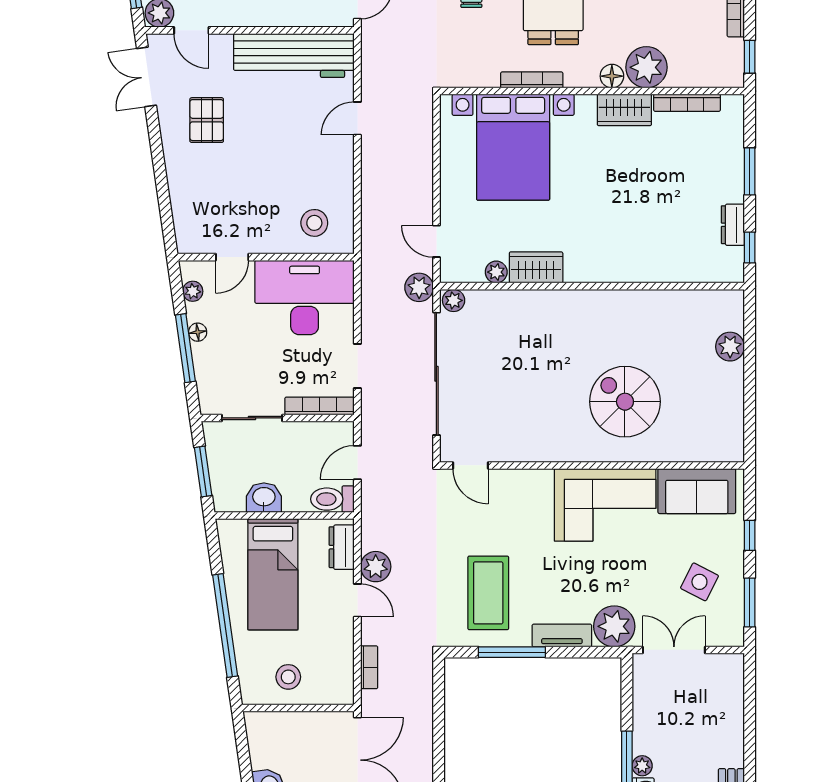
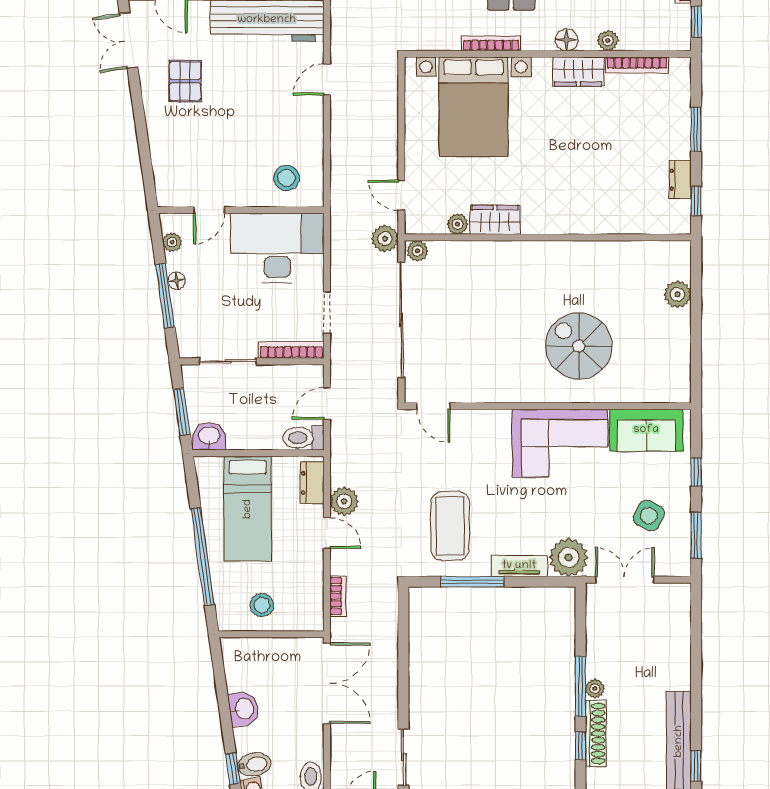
plant: (646, 67) -> (608, 41), width x0.53, depth x0.53
washbasin: (264, 498) -> (209, 436), moved

